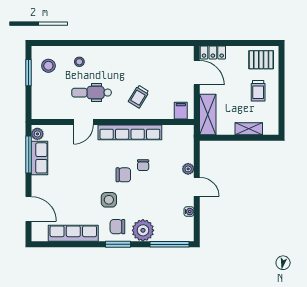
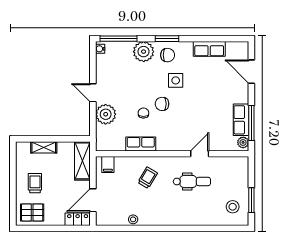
stool: (79, 62) -> (133, 219), moved
door: (197, 73) -> (93, 200), hinge flipped
row of seats: (130, 132) -> (141, 144), width x0.50
plant: (188, 169) -> (106, 114), width x1.88, depth x1.88
water cooler: (189, 212) -> (100, 49), moved
row of seats: (73, 233) -> (209, 49), width x0.68

